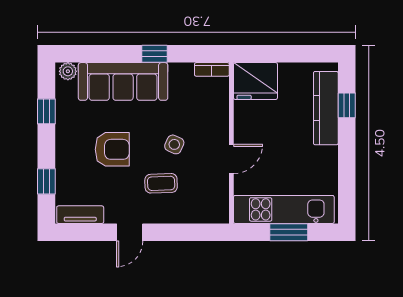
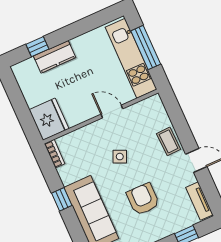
kitchen counter: (326, 108) -> (55, 57), width x0.67
coffee table: (161, 183) -> (169, 141), moved
window: (289, 232) -> (146, 47), width x1.44

